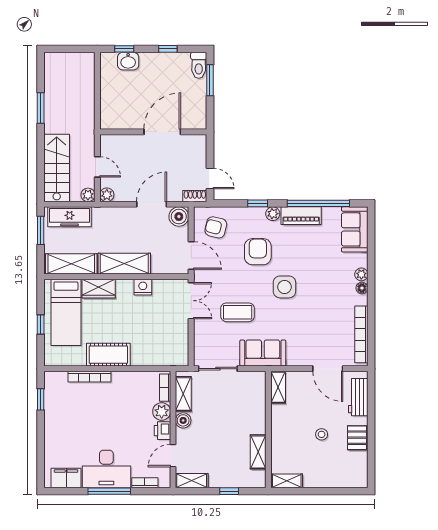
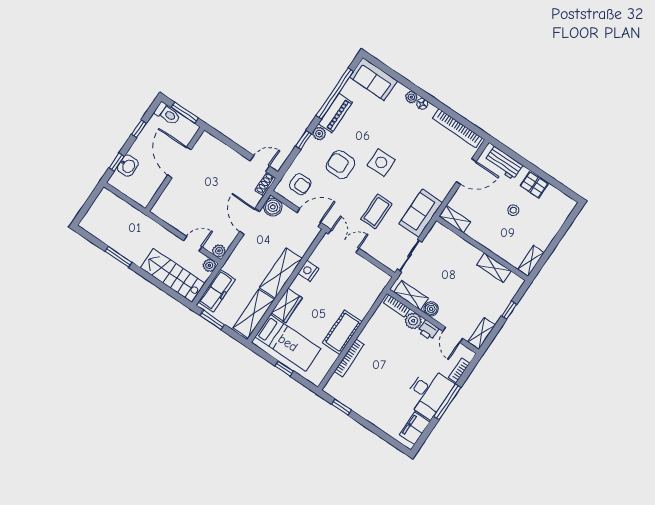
wall: (153, 132) -> (175, 169), moved
door: (162, 132) -> (179, 162), moved
armchair: (216, 227) -> (300, 184), turned -104

